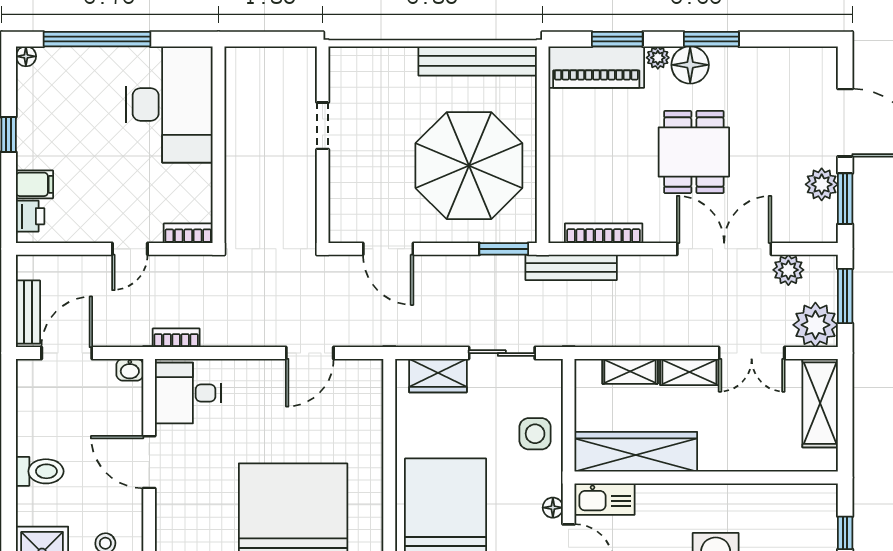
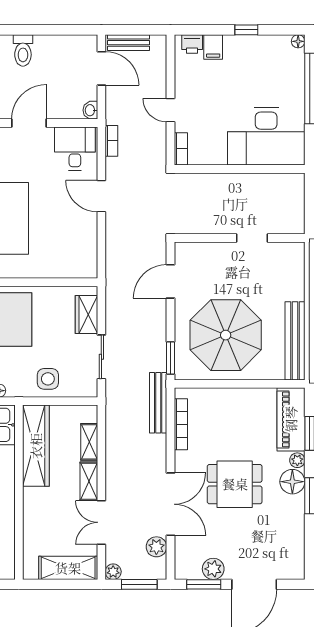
plant: (815, 325) -> (113, 572), width x0.53, depth x0.53
door: (310, 353) -> (101, 196), moved

